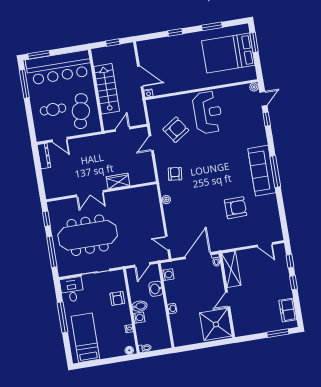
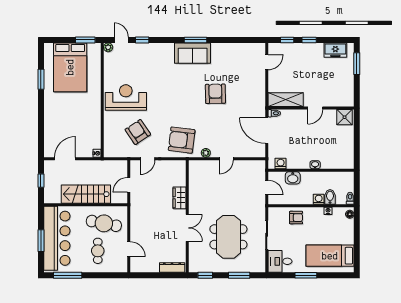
window: (175, 32) -> (41, 117), removed
window: (254, 42) -> (85, 40), moved
window: (39, 55) -> (41, 241), moved
door: (140, 76) -> (65, 159), moved
door: (123, 129) -> (129, 185), hinge flipped
door: (60, 140) -> (129, 249), hinge flipped
door: (151, 143) -> (147, 159), hinge flipped
dresser: (44, 156) -> (172, 267), moved
sofa: (262, 171) -> (193, 53), width x0.73
window: (275, 171) -> (196, 40), width x0.69
armchair: (175, 174) -> (182, 140), width x1.88, depth x1.88
armchair: (236, 208) -> (215, 94), moved
meeting table: (88, 235) -> (228, 237), width x0.73
door: (168, 243) -> (226, 159), moved
window: (52, 252) -> (239, 275), width x0.69
door: (228, 300) -> (315, 108), hinge flipped
bidet: (139, 306) -> (330, 197), moved
window: (63, 317) -> (306, 275), width x0.69
shower: (216, 324) -> (345, 117), width x0.54, depth x0.54

